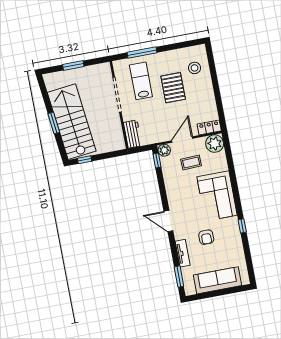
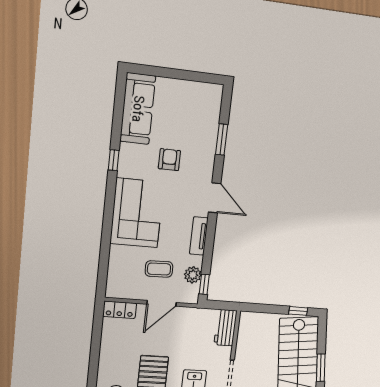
plant: (215, 144) -> (119, 286), removed
plant: (164, 150) -> (193, 275), moved
tv unit: (183, 253) -> (199, 236), moved
window: (179, 277) -> (222, 140), moved
sofa: (218, 280) -> (138, 109), moved, turned -90

